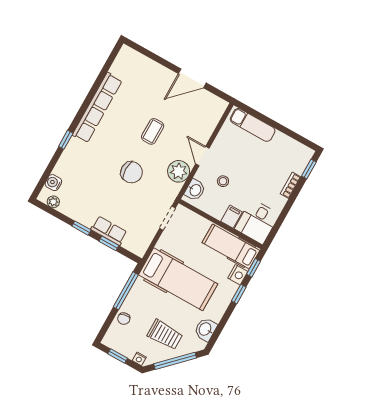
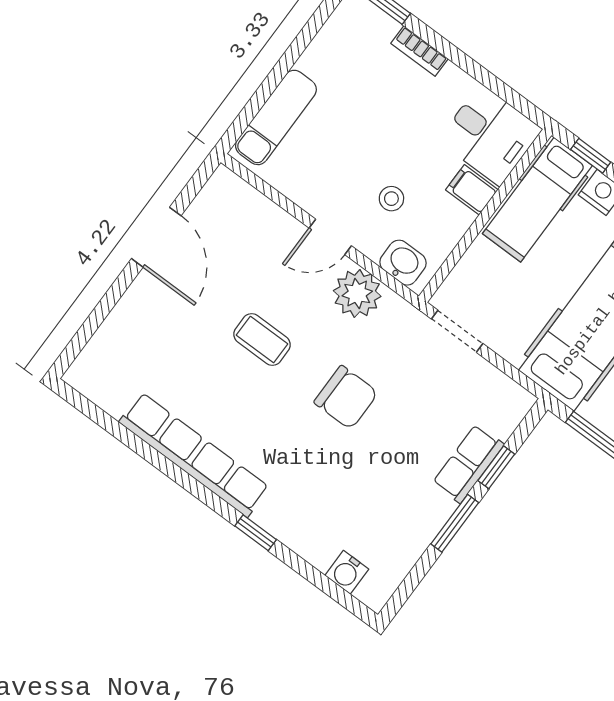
chair: (132, 172) -> (346, 397), turned 90
plant: (53, 202) -> (389, 578), removed
window: (81, 228) -> (455, 523), width x1.50

